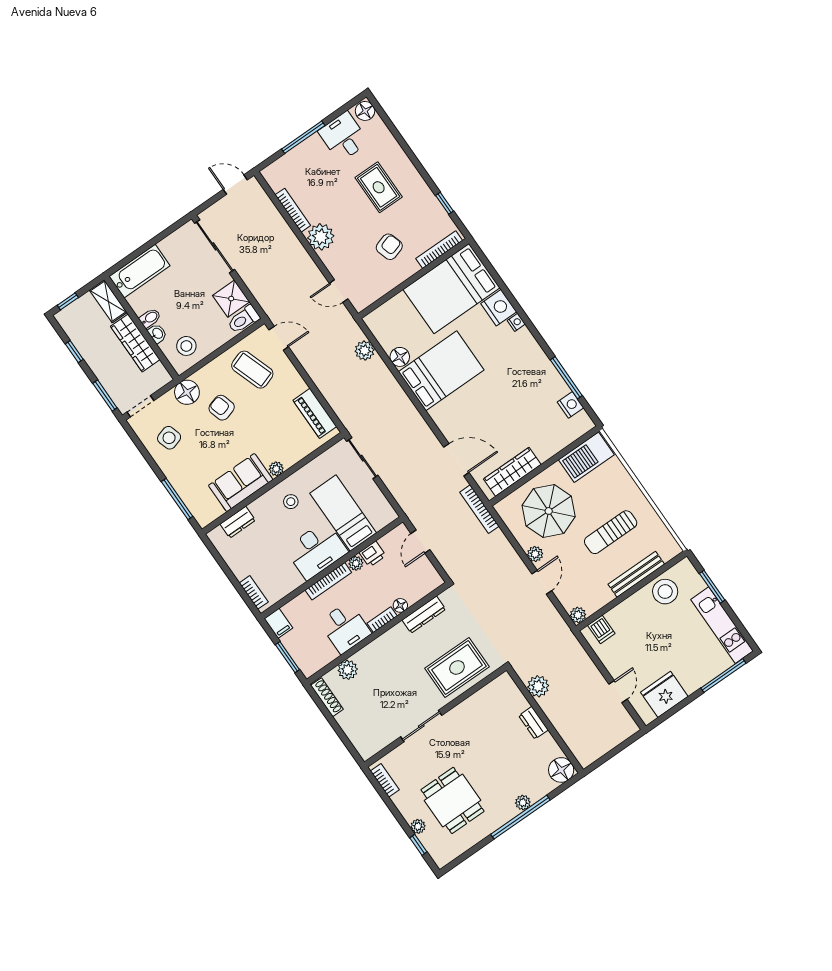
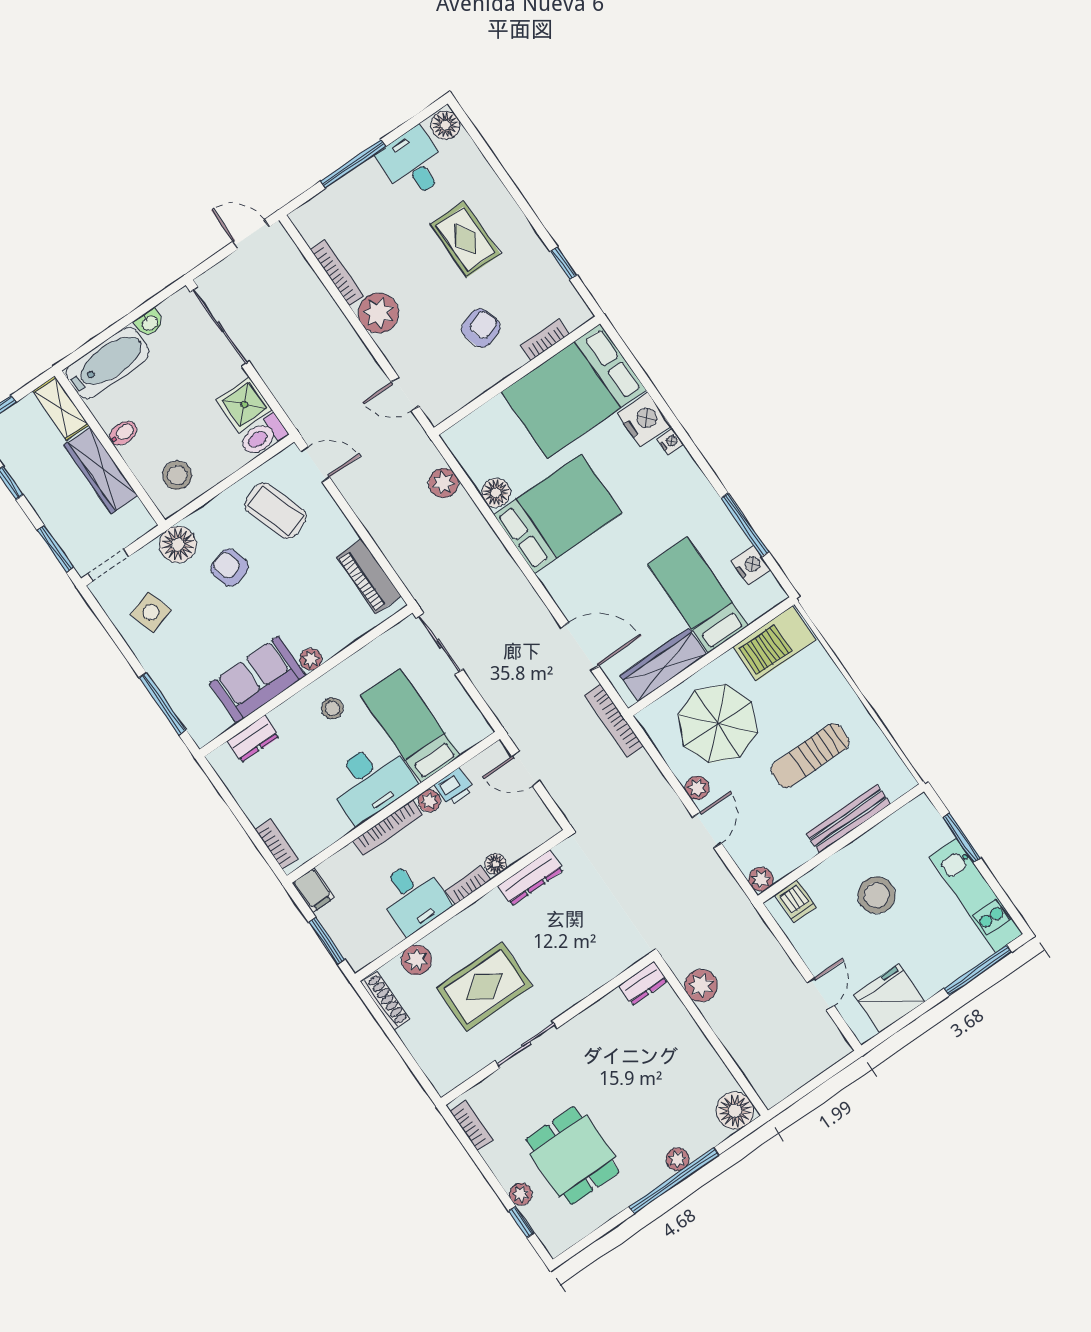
bookcase: (439, 250) -> (545, 340), width x0.64
washbasin: (157, 334) -> (149, 323), moved, turned 90
bed: (535, 425) -> (698, 595), added
door: (420, 542) -> (526, 769), hinge flipped
stool: (665, 592) -> (876, 895), moved
rug: (457, 667) -> (484, 987), moved
dresser: (533, 723) -> (643, 983), moved, turned -90

